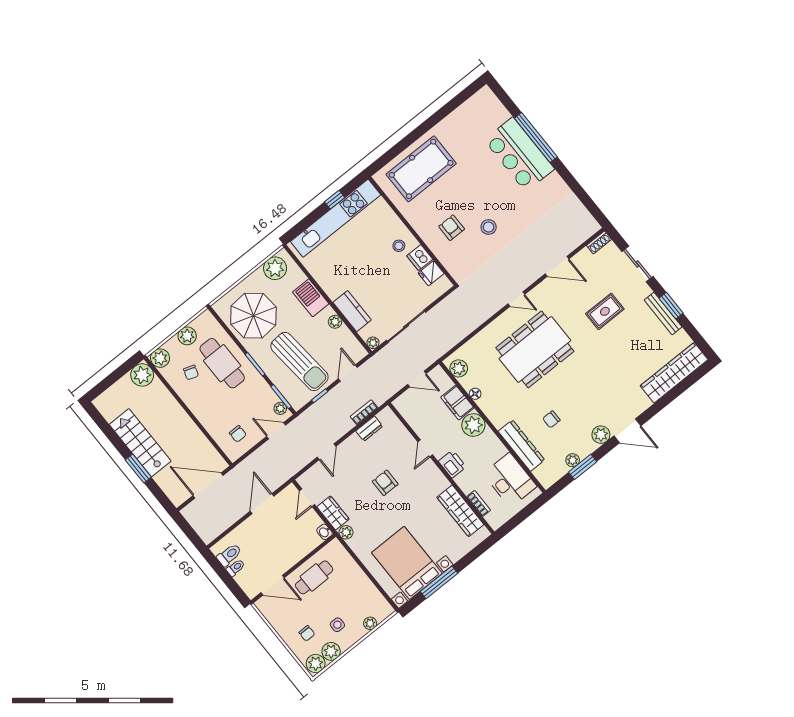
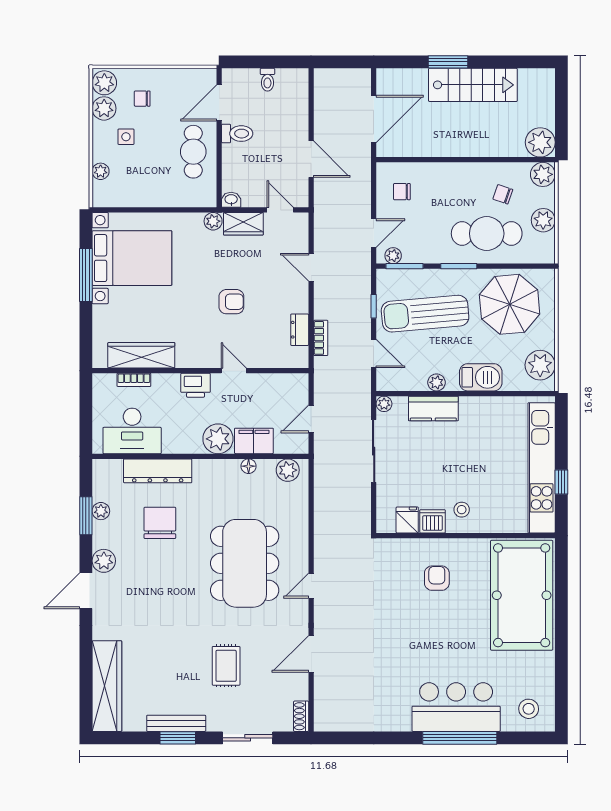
pool table: (421, 169) -> (522, 595), width x1.36, depth x1.32
stool: (489, 227) -> (529, 709), moved
armchair: (452, 228) -> (437, 578), turned -90
chair: (551, 419) -> (160, 523), width x1.87, depth x1.87
toilet: (229, 555) -> (237, 134), moved, turned -90

